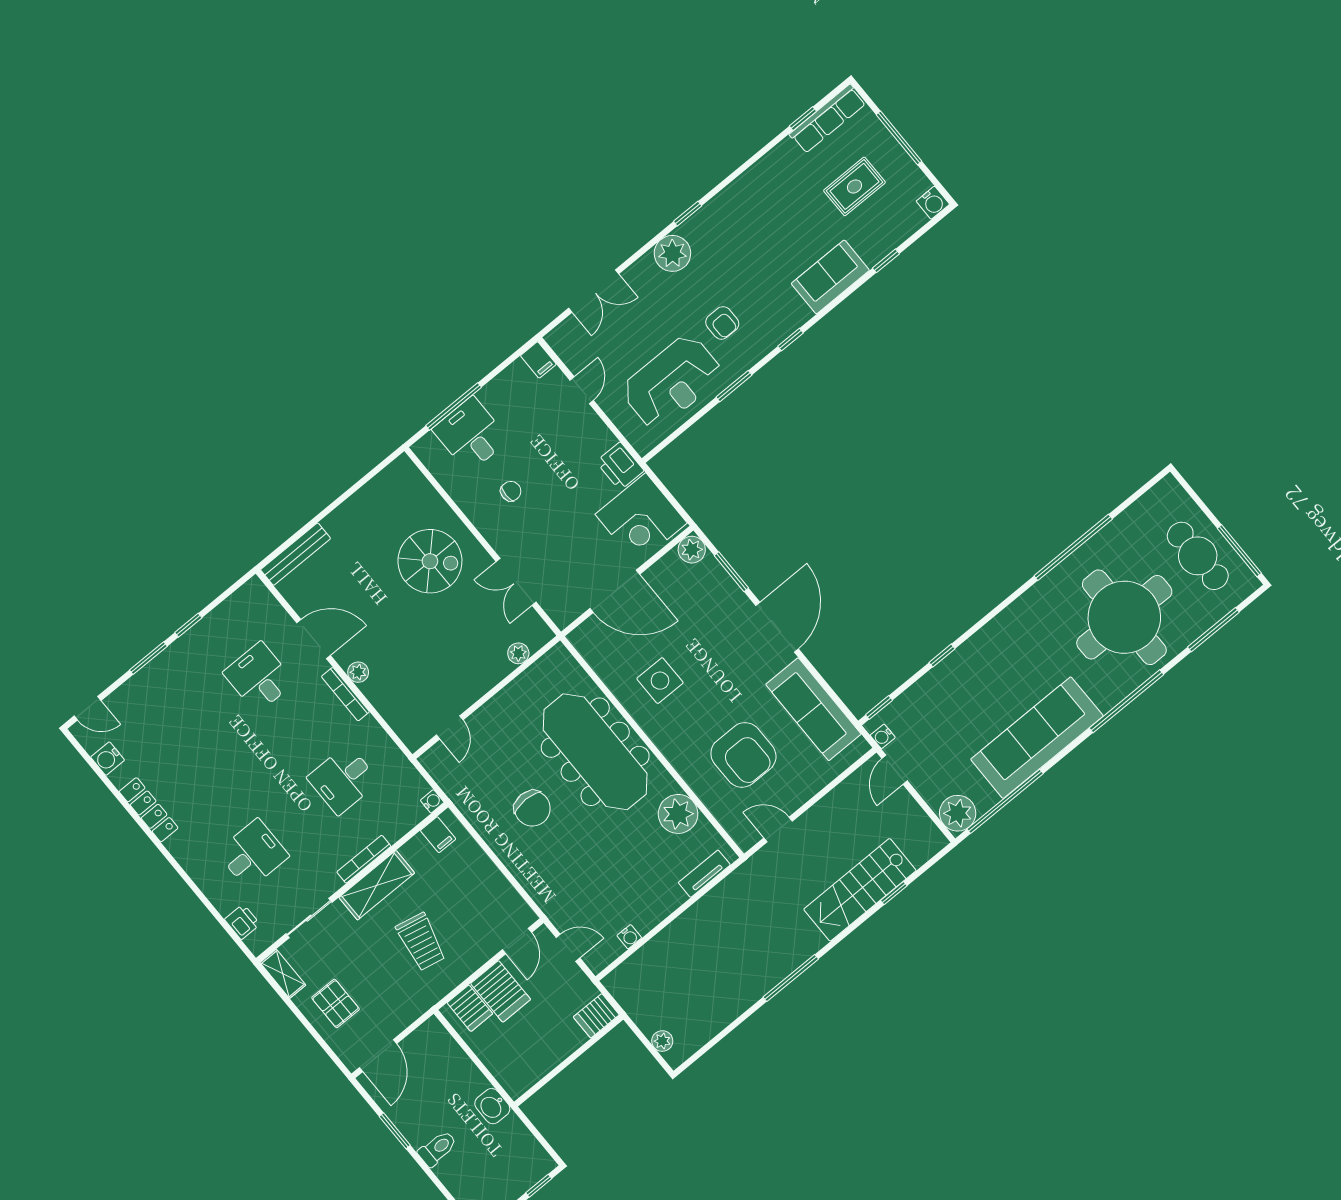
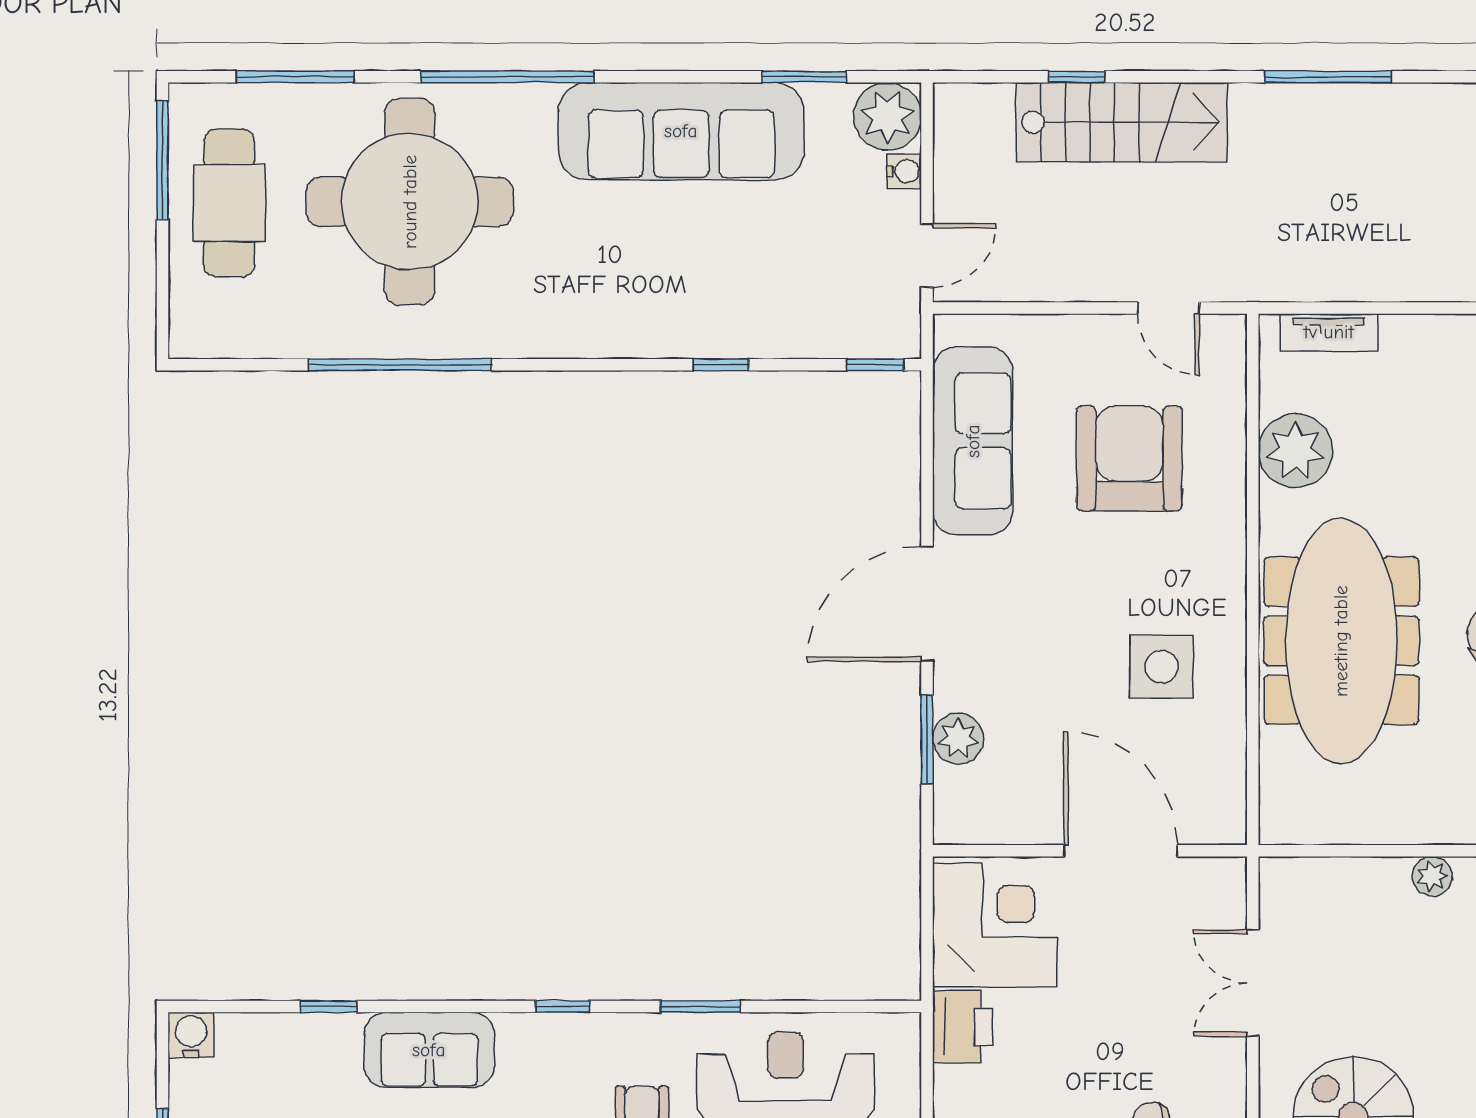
plant: (692, 550) -> (958, 739), moved
double door: (516, 582) -> (1253, 983), swing flipped
plant: (518, 653) -> (1432, 876), moved
water cooler: (883, 736) -> (904, 171), moved
window: (1005, 801) -> (804, 77), width x0.47

